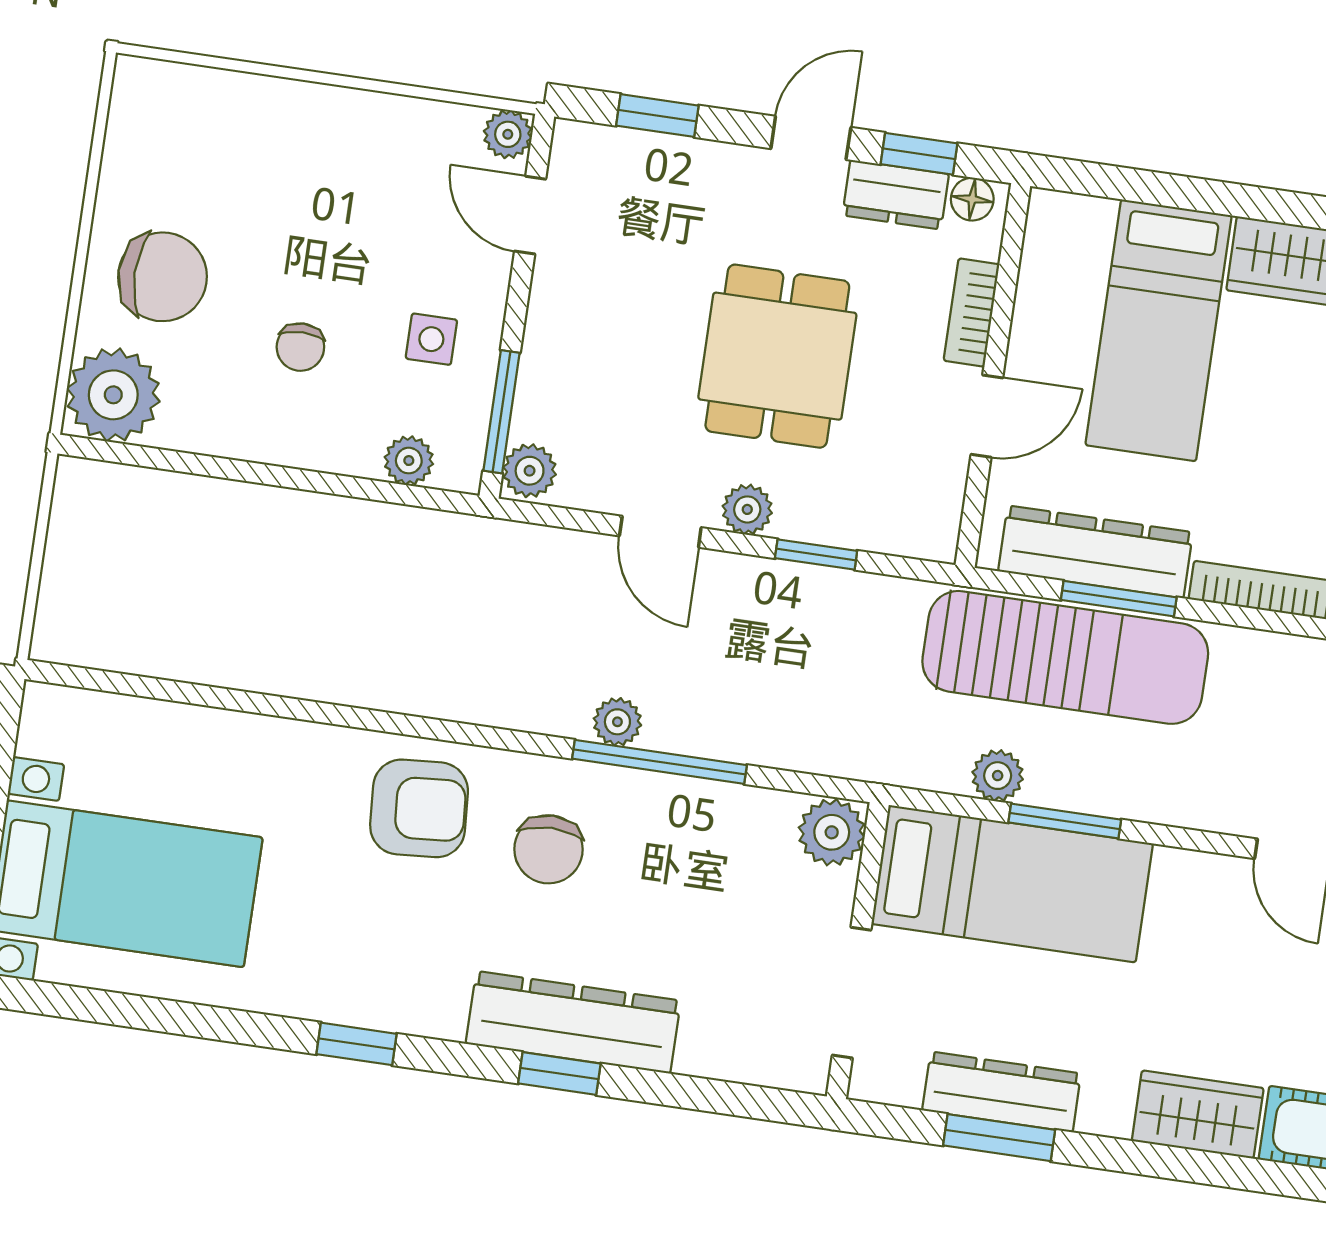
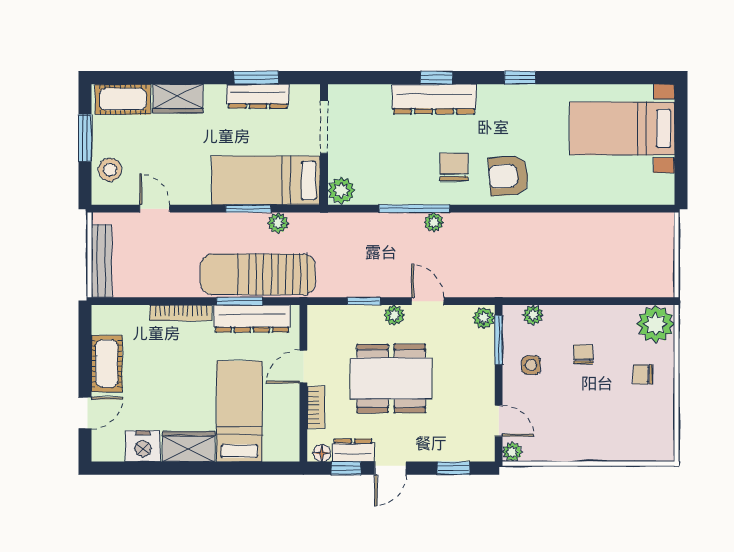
chair: (163, 277) -> (643, 374), width x0.54, depth x0.54
dining table: (777, 356) -> (391, 379), width x1.38

